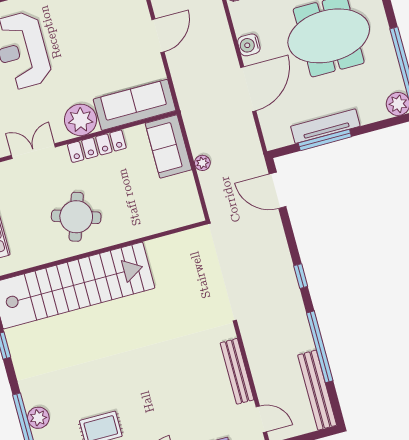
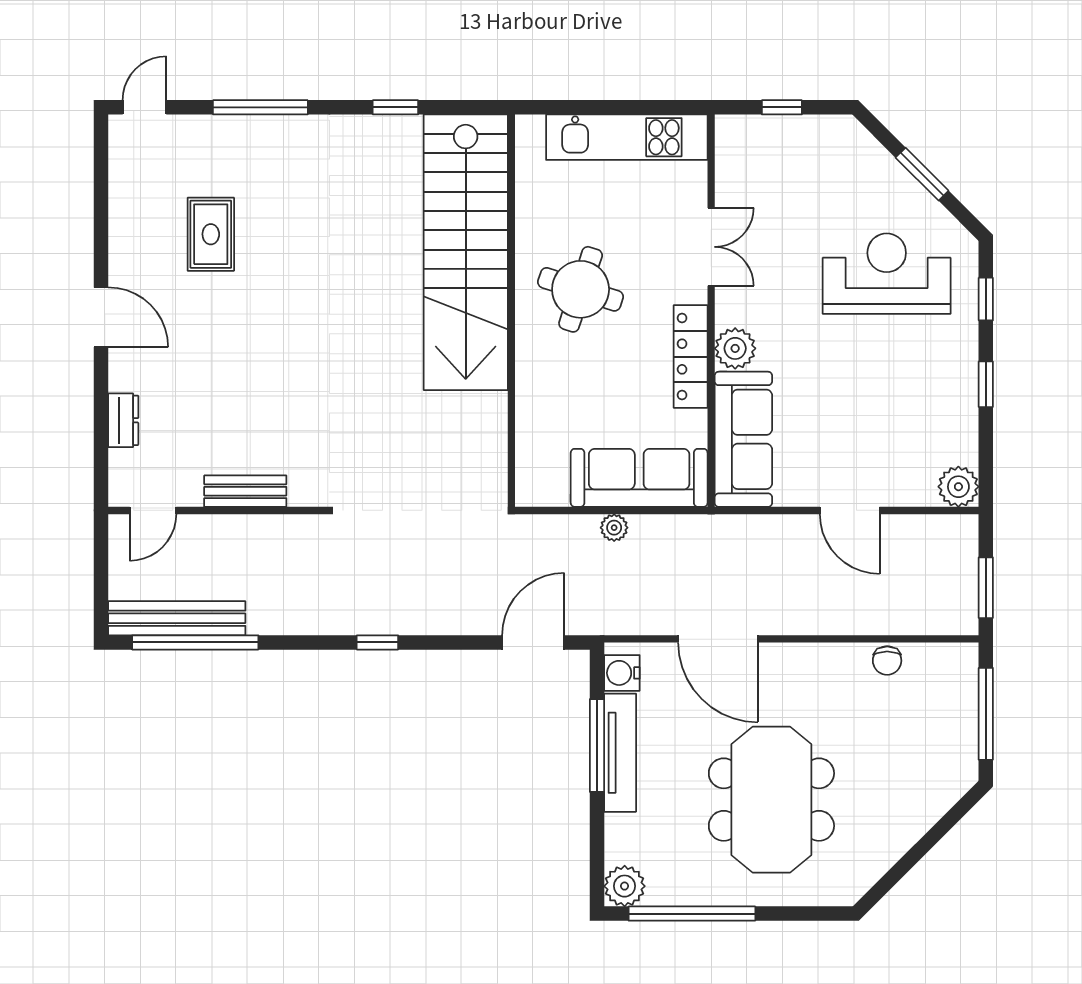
water cooler: (249, 45) -> (622, 673), moved, turned -90
plant: (81, 120) -> (735, 348), width x0.73, depth x0.73
sofa: (169, 147) -> (639, 478), width x1.36
window: (320, 347) -> (195, 642), moved
bench: (237, 371) -> (245, 491), width x0.73
plant: (38, 418) -> (257, 133), removed

